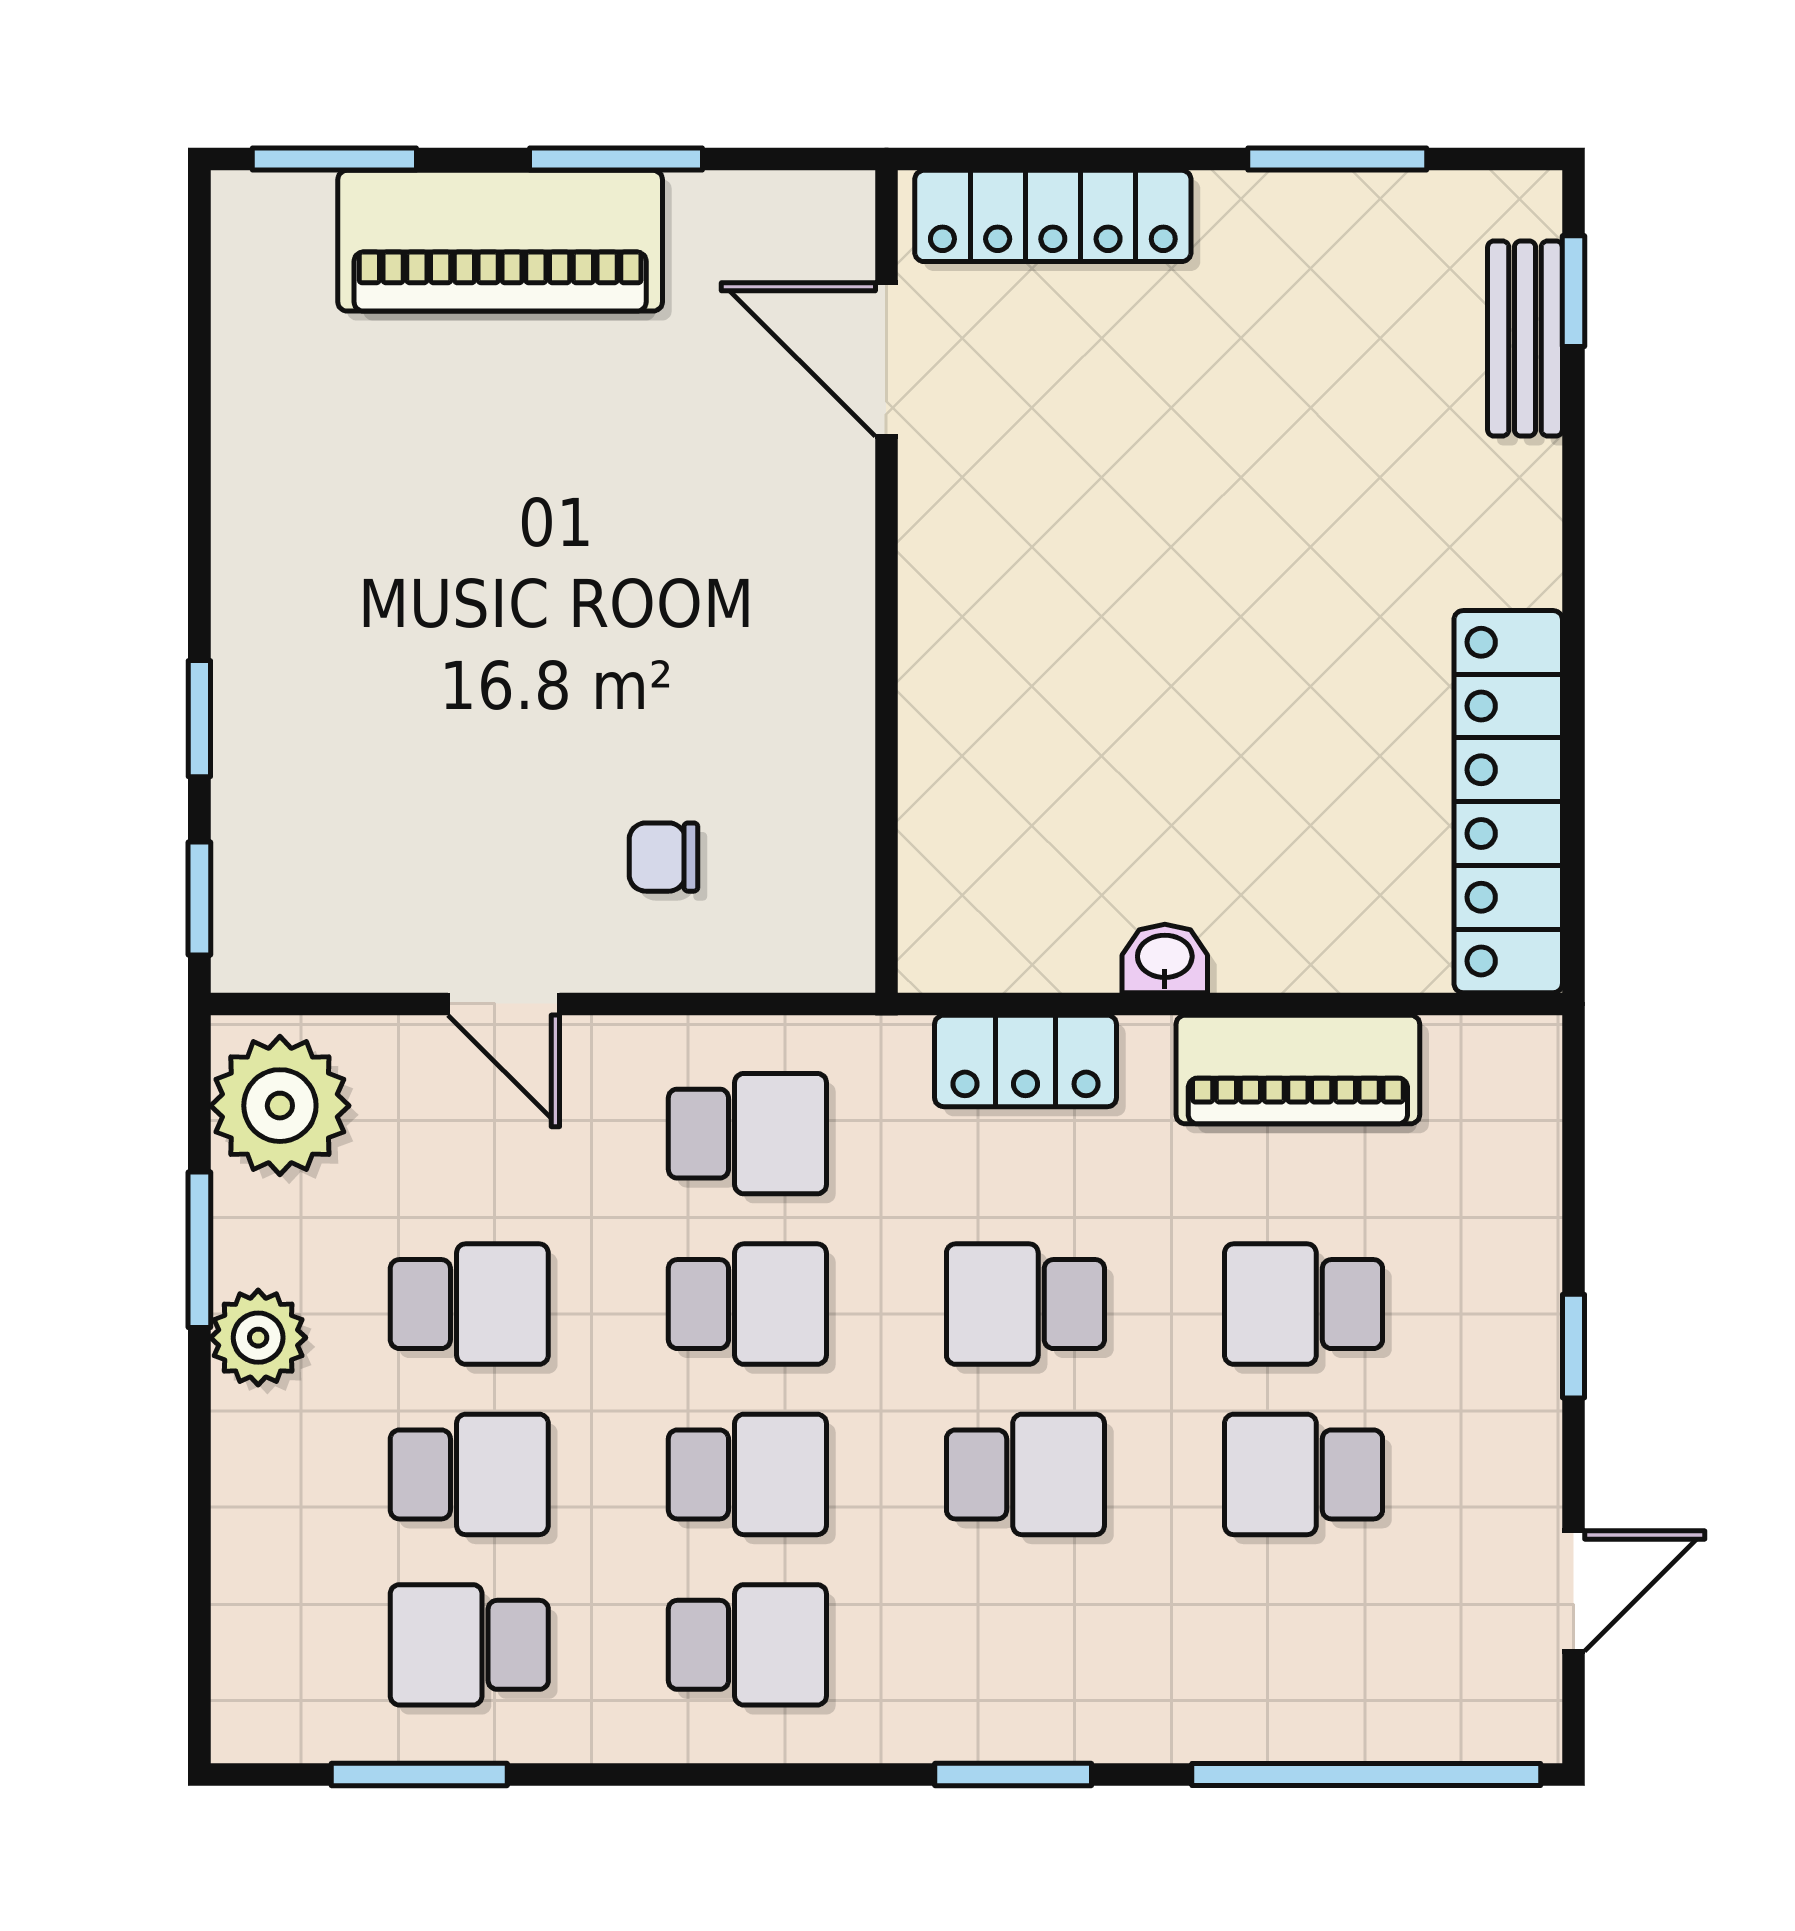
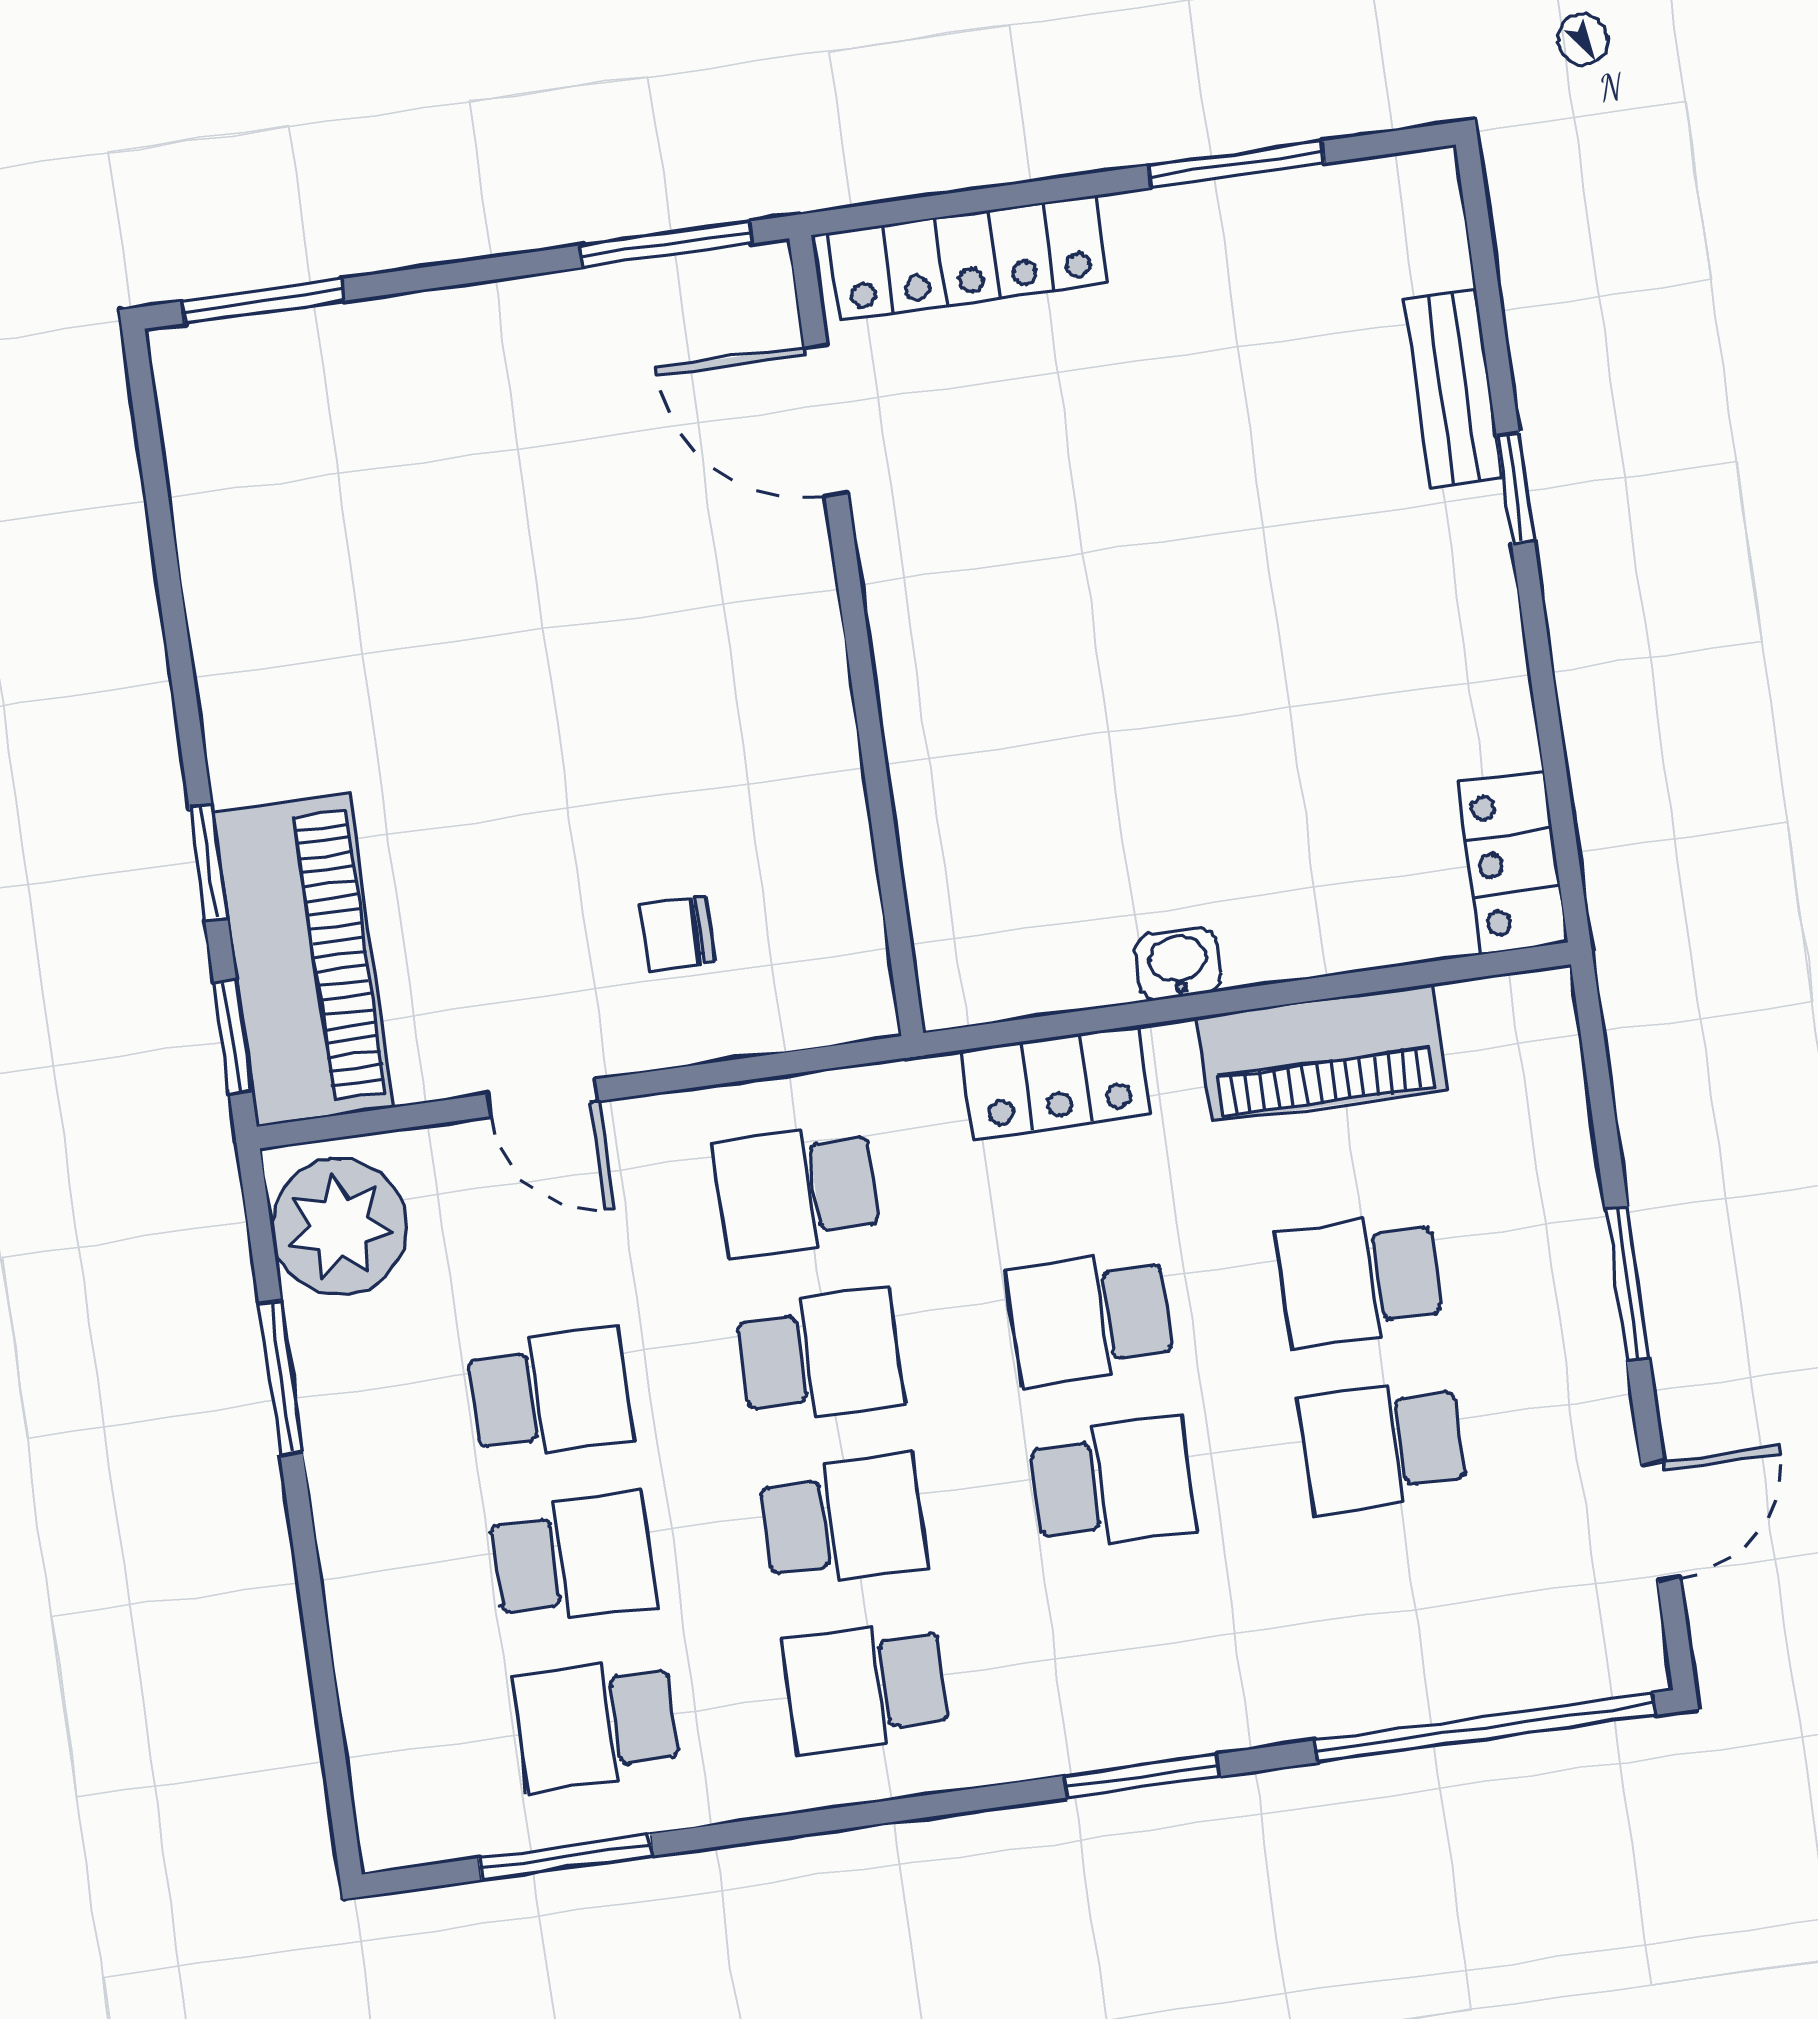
window: (616, 159) -> (666, 244), moved
piano: (500, 241) -> (303, 960), moved, turned -90
window: (1573, 291) -> (1515, 488), moved
bench: (1525, 339) -> (1453, 389), moved
locker: (1508, 802) -> (1513, 863), width x0.46, depth x0.83
school desk: (747, 1134) -> (797, 1190), turned 180
plant: (258, 1338) -> (350, 1455), removed
window: (1573, 1346) -> (1627, 1284), width x1.50
school desk: (747, 1645) -> (866, 1686), turned 180

